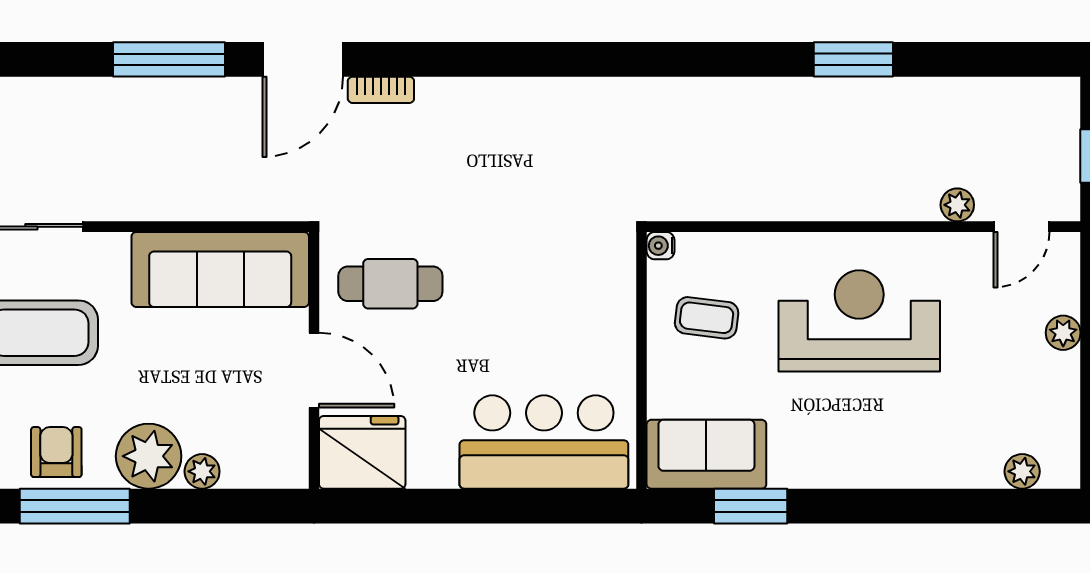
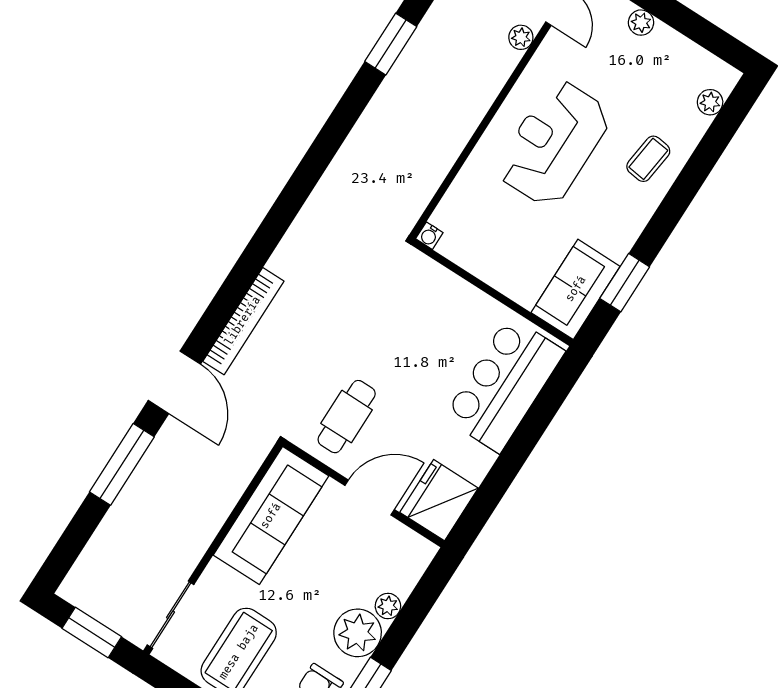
bookcase: (381, 90) -> (243, 321), width x2.31, depth x1.31
coffee table: (707, 318) -> (648, 159), moved

